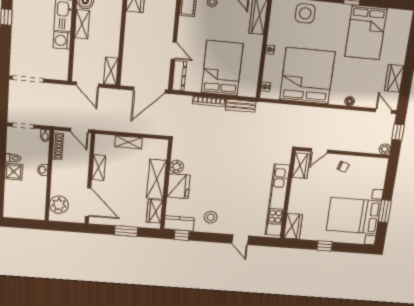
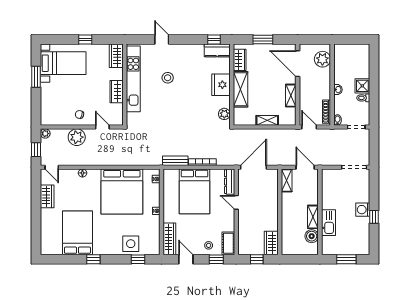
washing machine: (62, 40) -> (363, 210), moved, turned 180
plant: (350, 142) -> (77, 137), added
door: (319, 151) -> (102, 127), hinge flipped
wardrobe: (301, 166) -> (117, 92), moved
plant: (177, 167) -> (224, 114), moved
bed with nightstands: (354, 216) -> (63, 63), width x0.73
stool: (211, 217) -> (168, 78), moved

